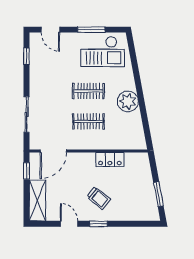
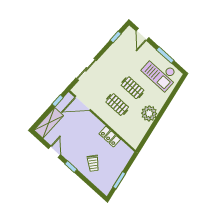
trolley: (99, 198) -> (93, 163), moved

